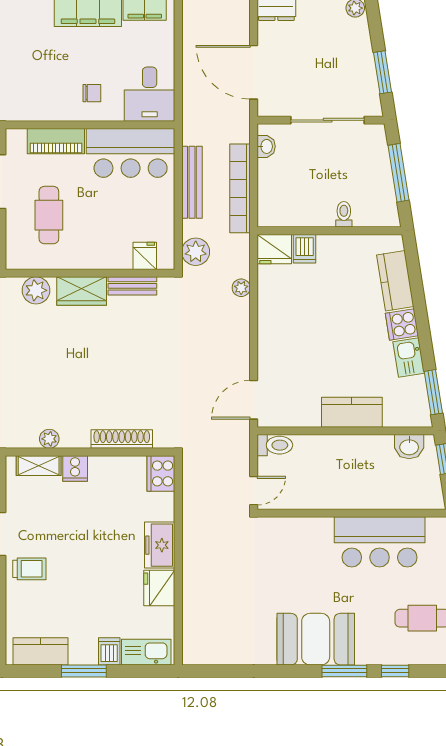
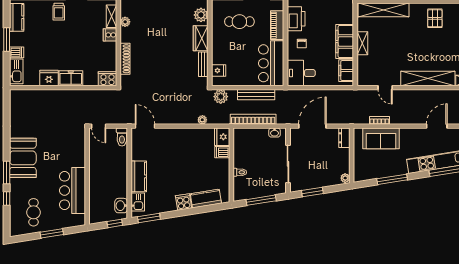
printer: (43, 104) -> (296, 19), added
kitchen sink: (409, 358) -> (138, 202), moved, turned 99

